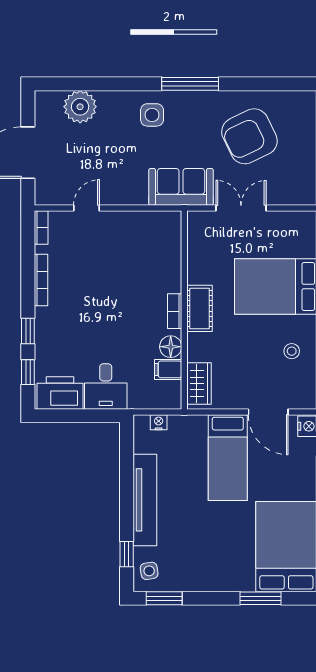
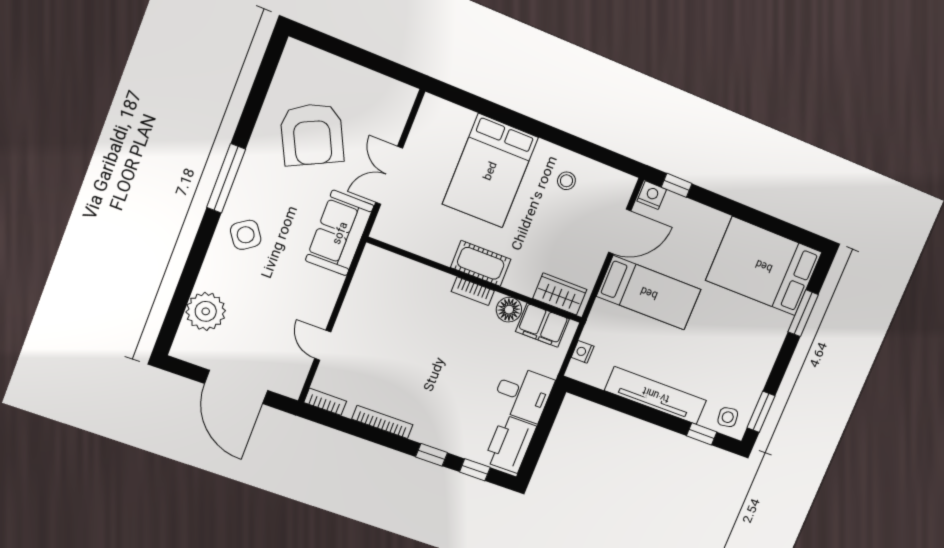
side table: (152, 115) -> (246, 235), turned -35
filing cabinet: (168, 369) -> (542, 325), width x2.00

